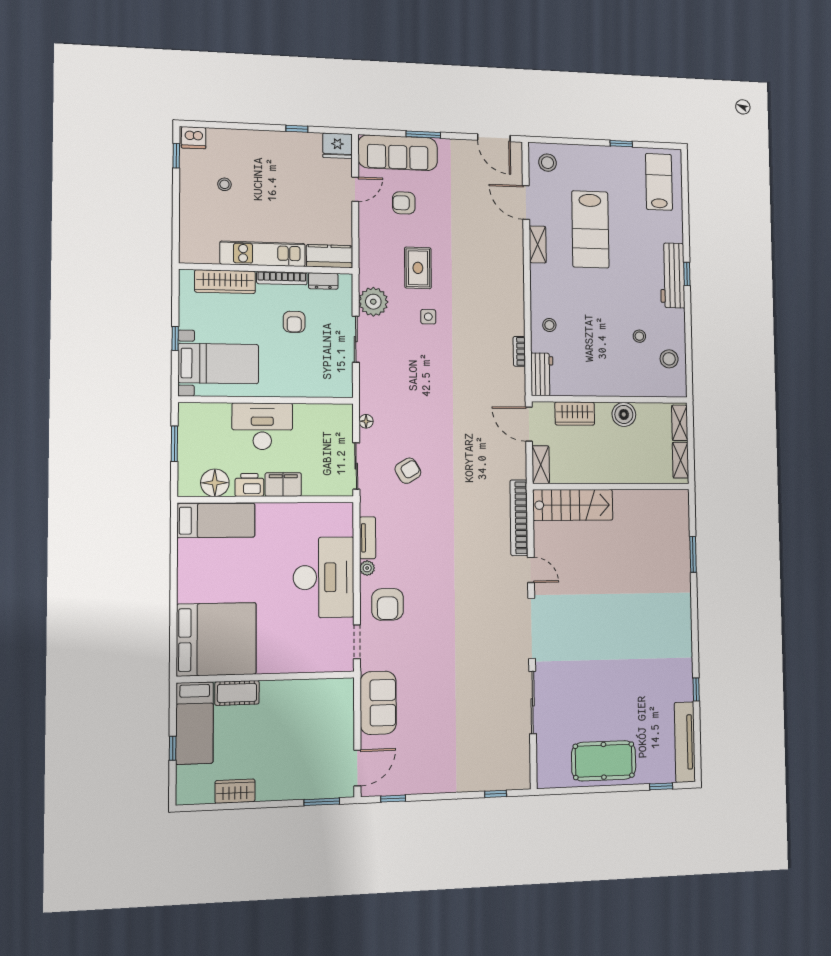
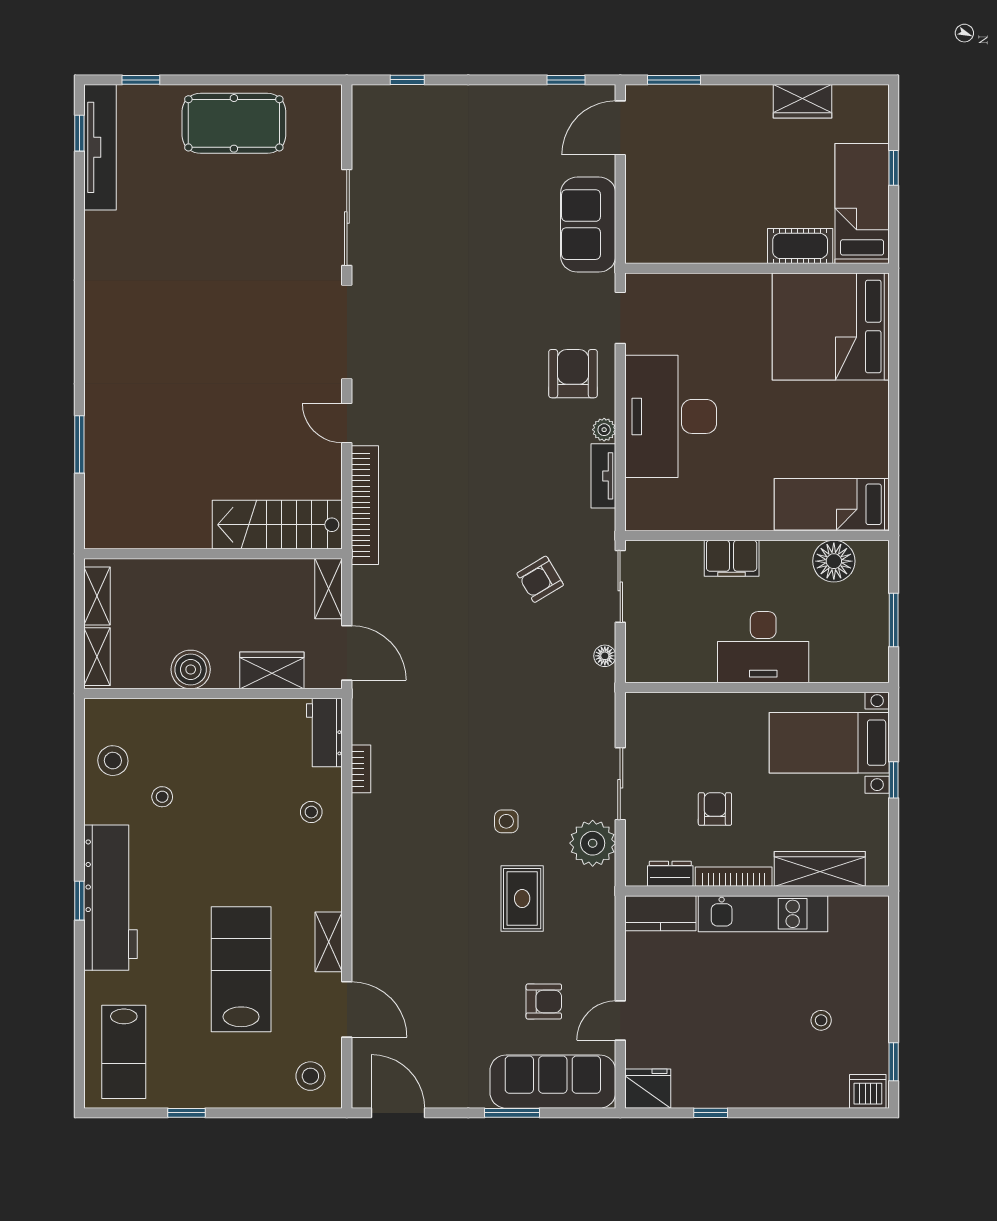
workbench: (672, 275) -> (110, 898), width x1.36, depth x1.32
printer: (249, 485) -> (782, 558), removed
window: (696, 689) -> (79, 133), moved

